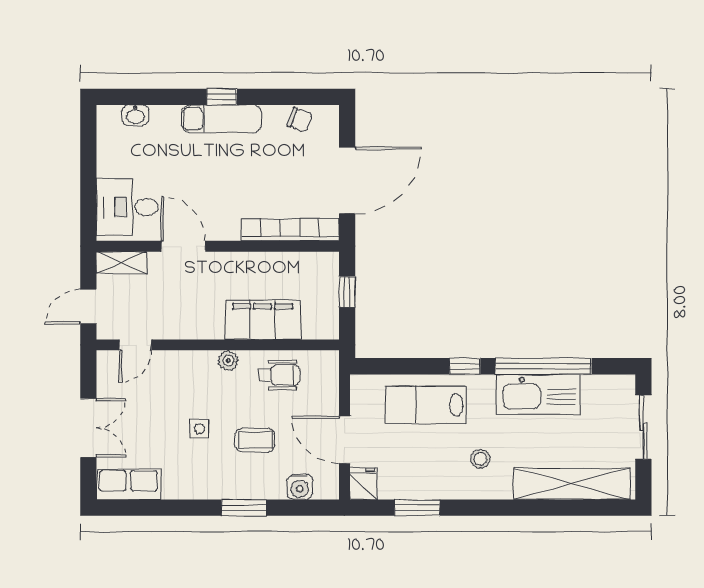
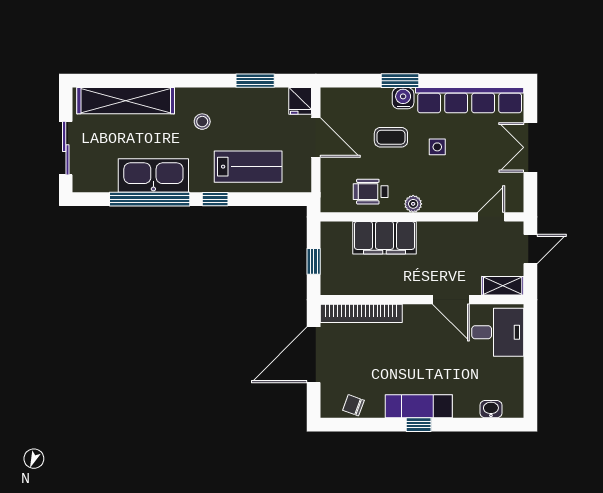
row of seats: (128, 484) -> (470, 100), width x2.02
water cooler: (300, 487) -> (403, 98), moved

